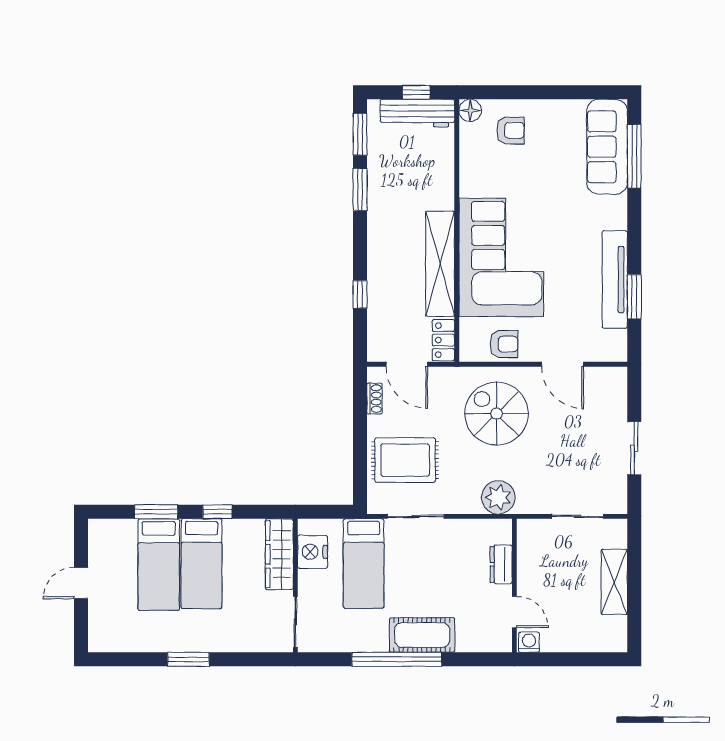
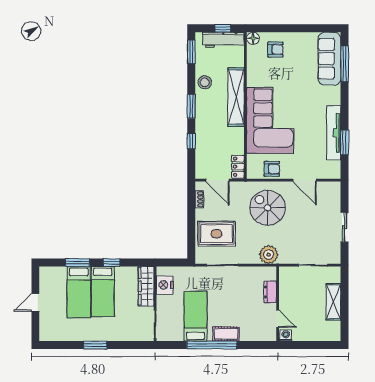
window: (360, 189) -> (191, 106), moved
stool: (384, 189) -> (205, 82), added
shelving: (440, 264) -> (236, 97), moved
bed: (364, 563) -> (195, 316), moved, turned 180
cot: (422, 635) -> (226, 334), width x0.73, depth x0.75

